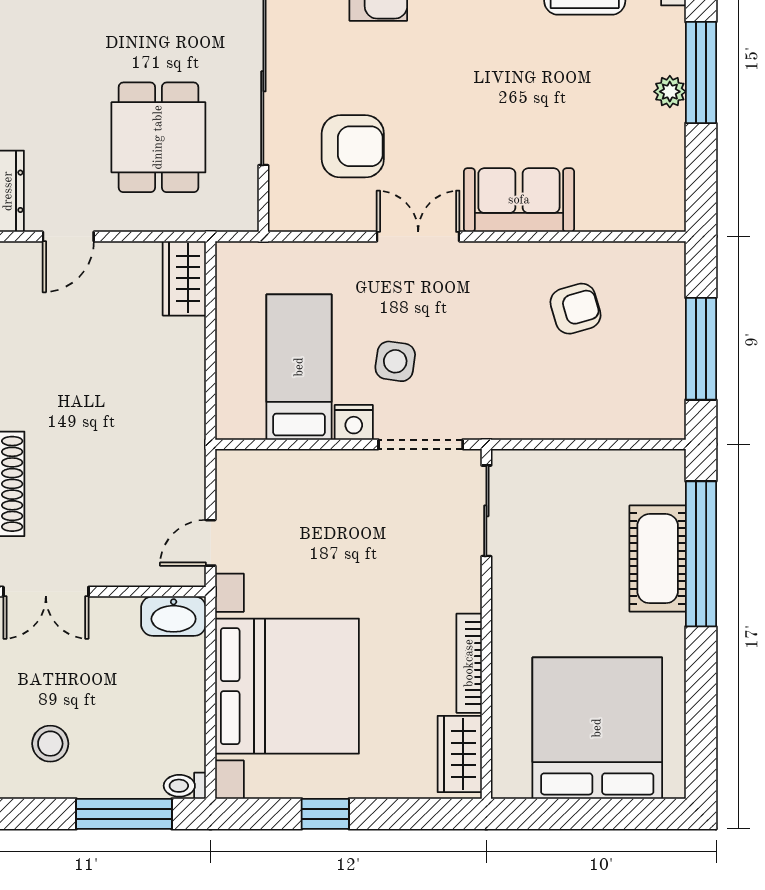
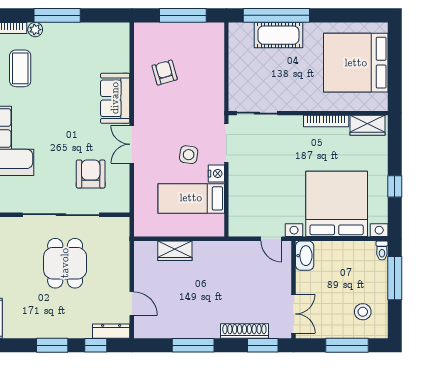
plant: (670, 92) -> (35, 30), moved
dining table: (158, 137) -> (65, 263), moved, turned 90
wardrobe: (184, 278) -> (175, 251), moved

